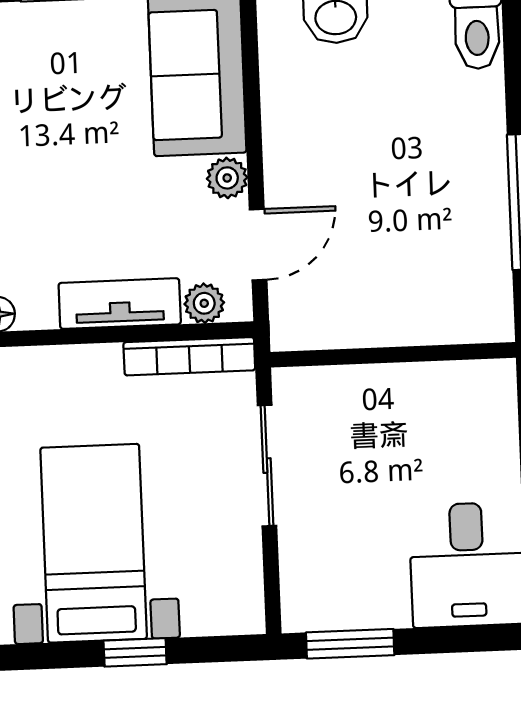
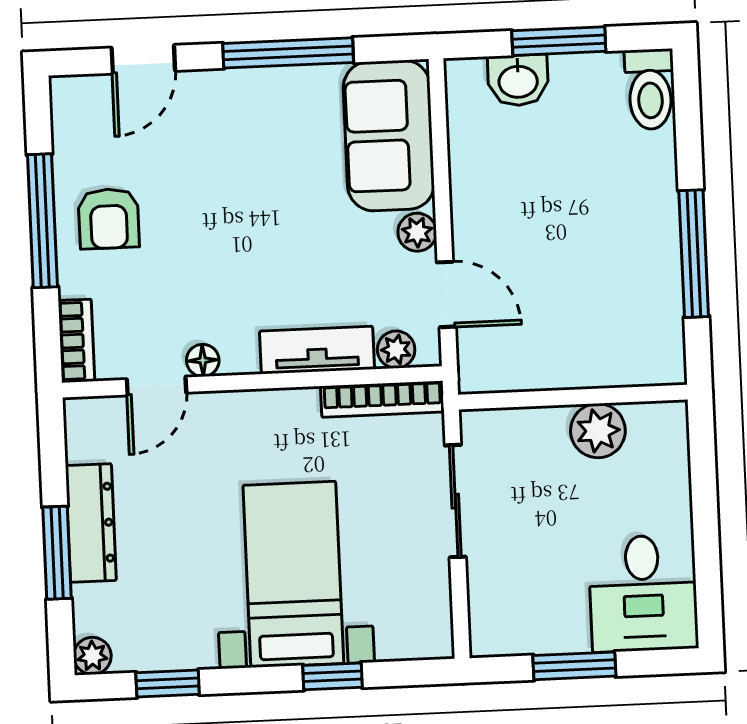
door: (258, 245) -> (446, 294), hinge flipped
plant: (420, 391) -> (598, 431), added
window: (350, 644) -> (574, 666), moved

